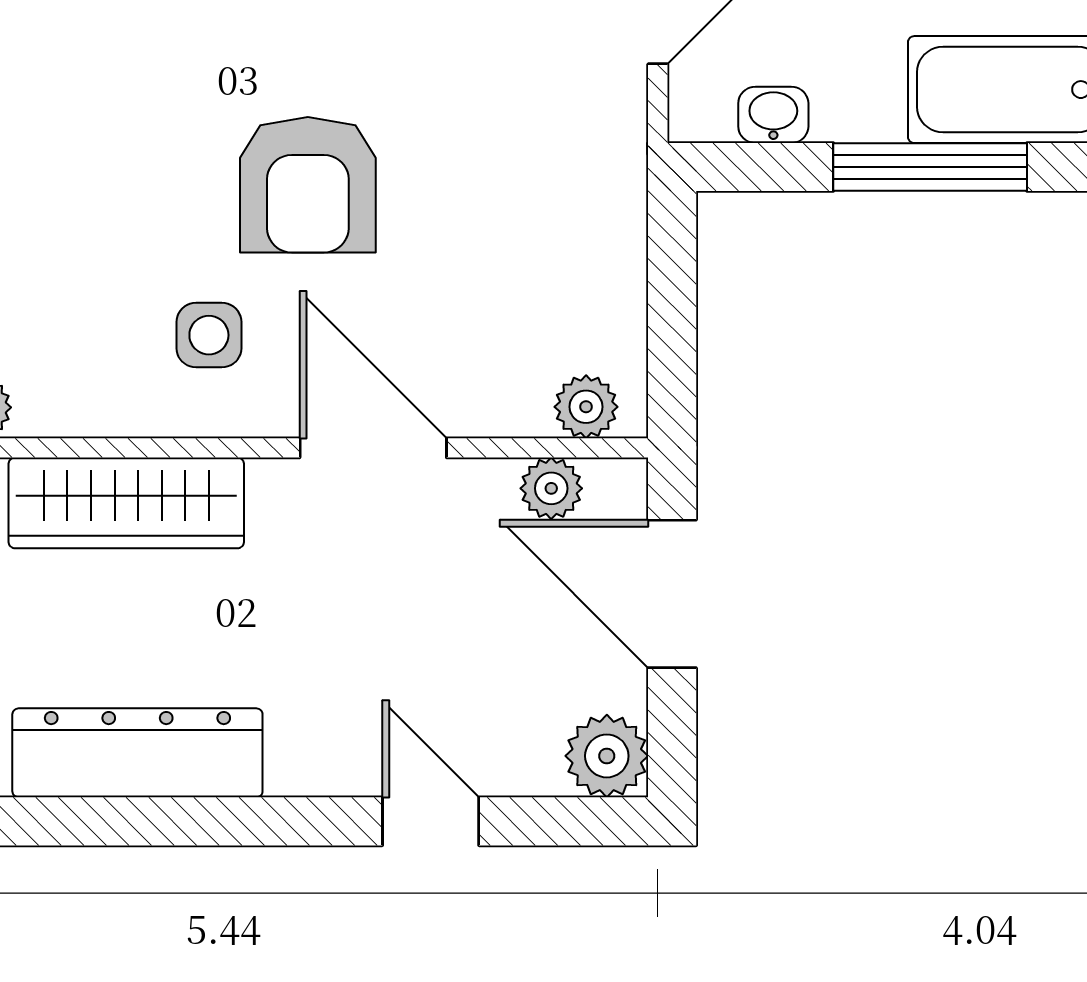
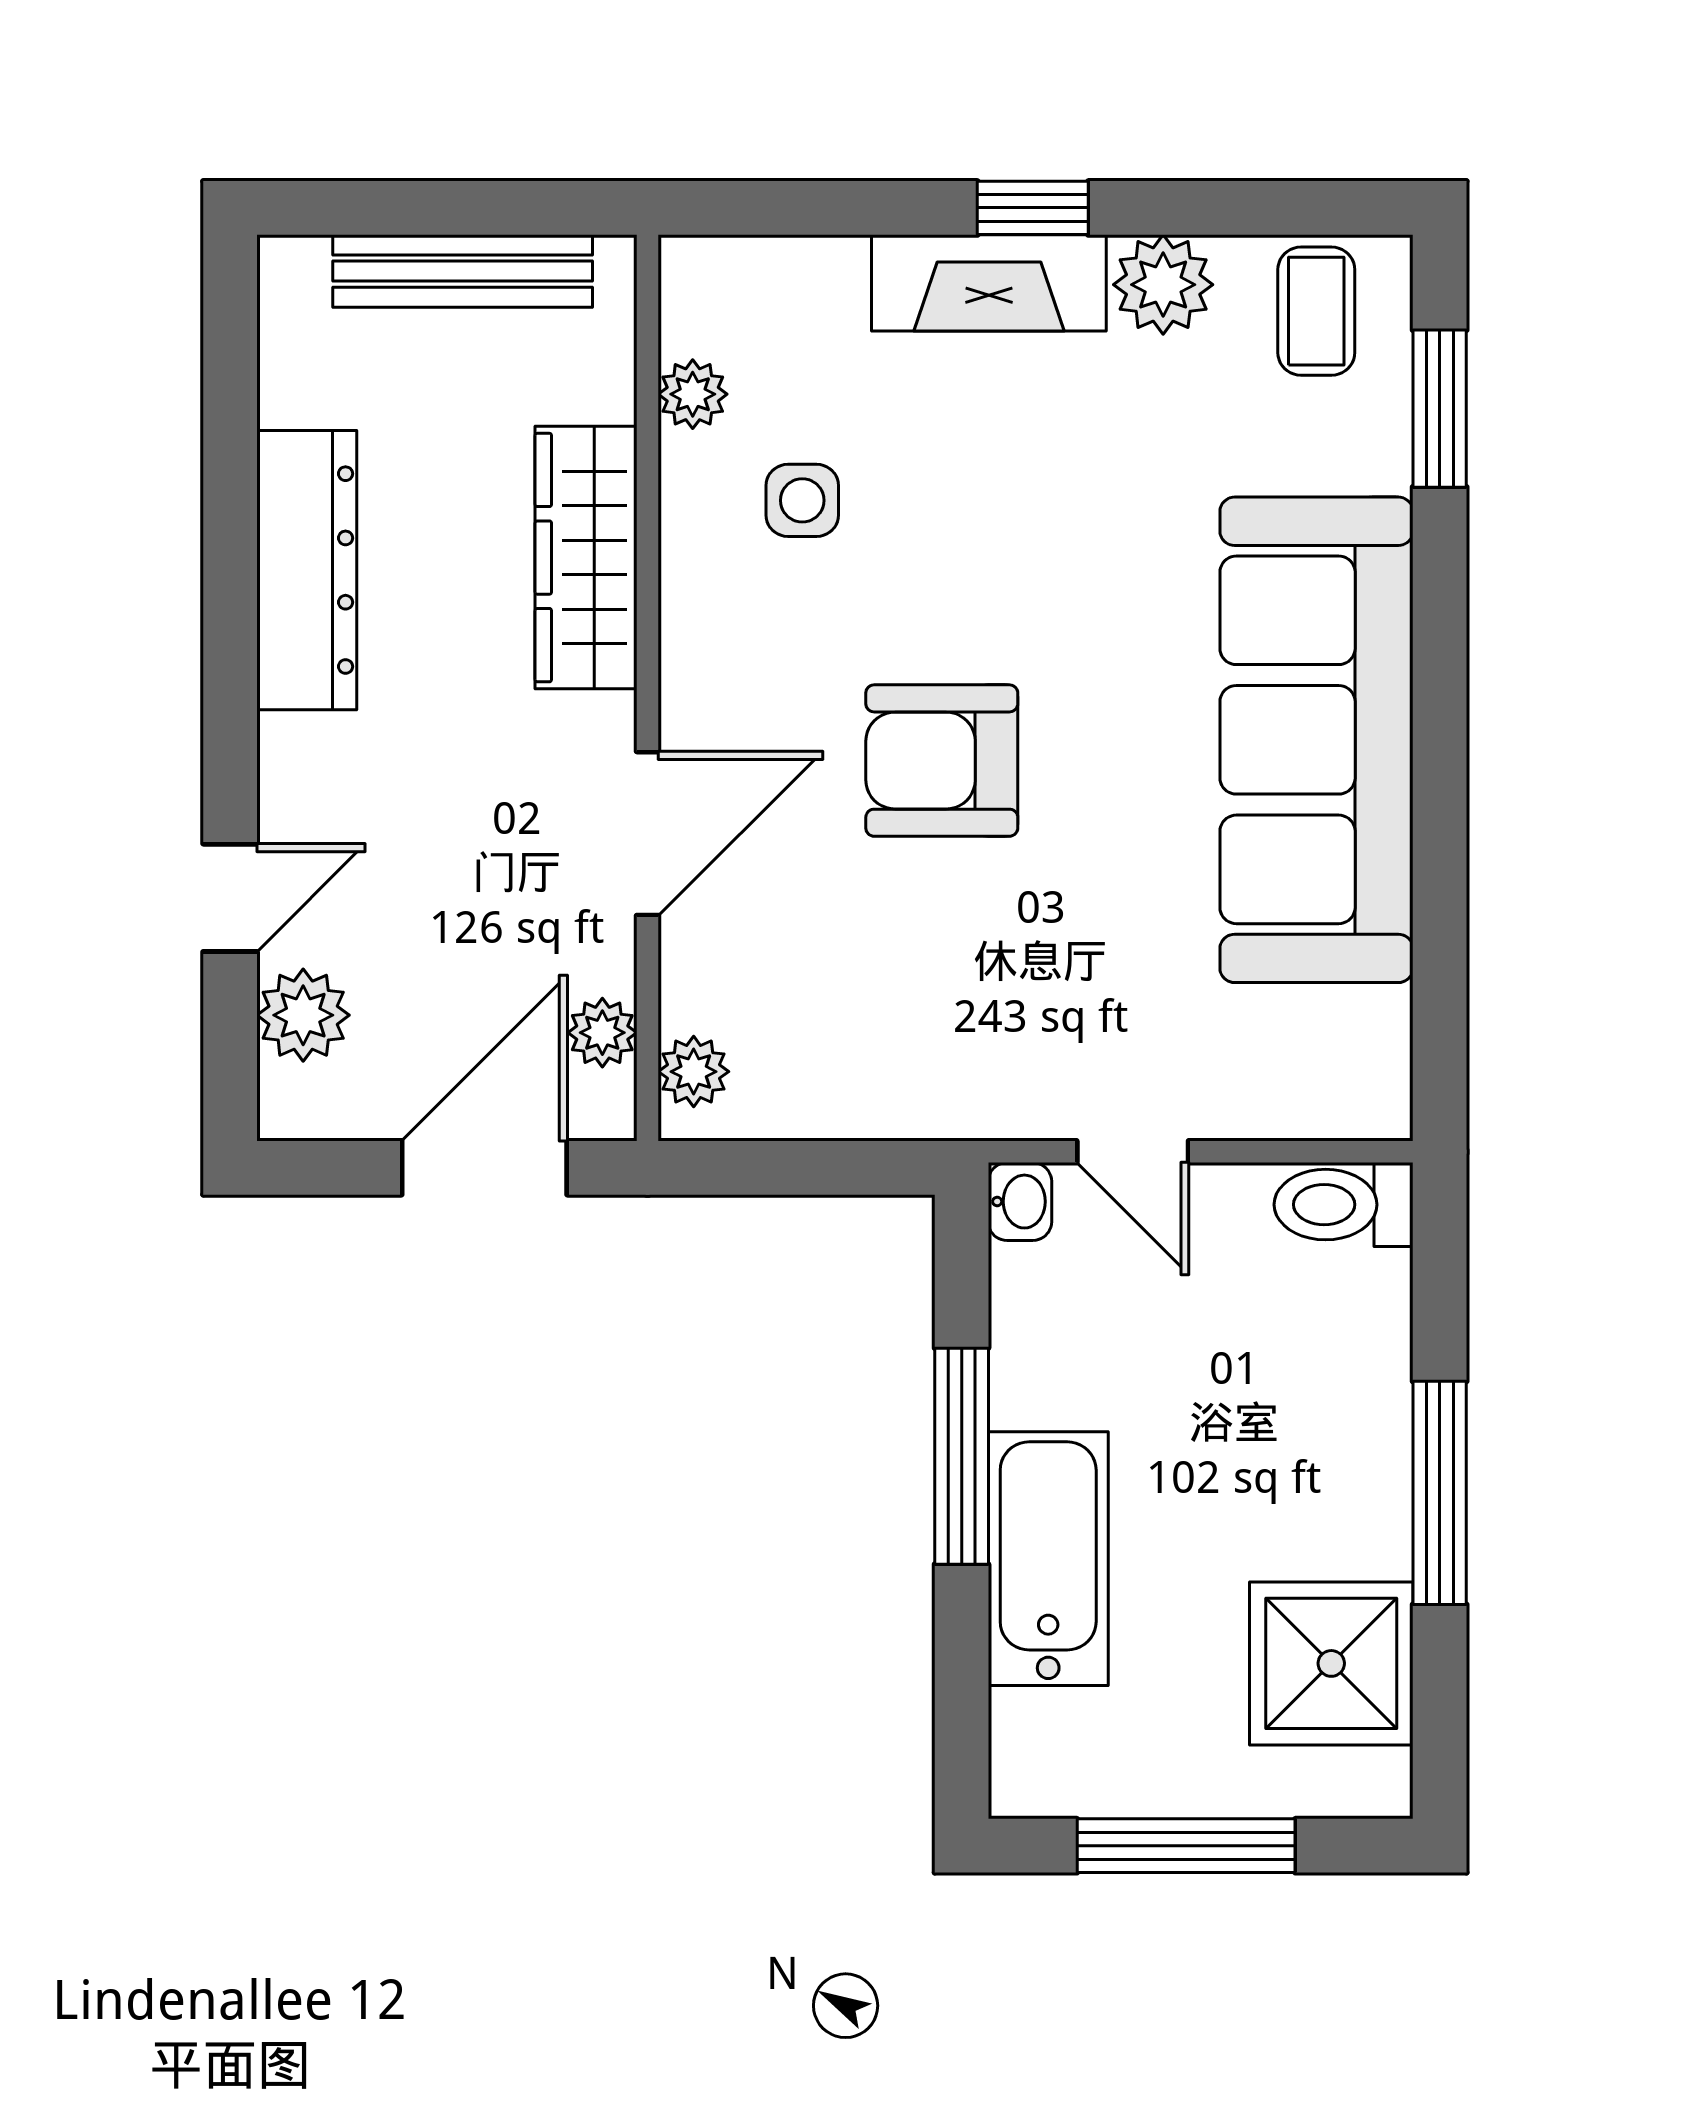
washbasin: (773, 115) -> (1020, 1202), moved
side table: (209, 335) -> (802, 500), moved
plant: (607, 756) -> (303, 1015), moved

